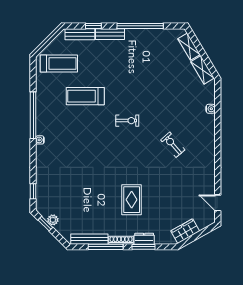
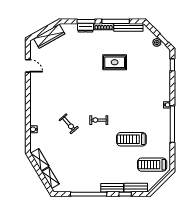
treadmill: (85, 96) -> (131, 139), turned 180
exercise bike: (173, 145) -> (69, 124), moved
rug: (132, 200) -> (115, 62), moved, turned 90
door: (218, 203) -> (28, 66), moved
wardrobe: (185, 231) -> (49, 36), width x1.50

